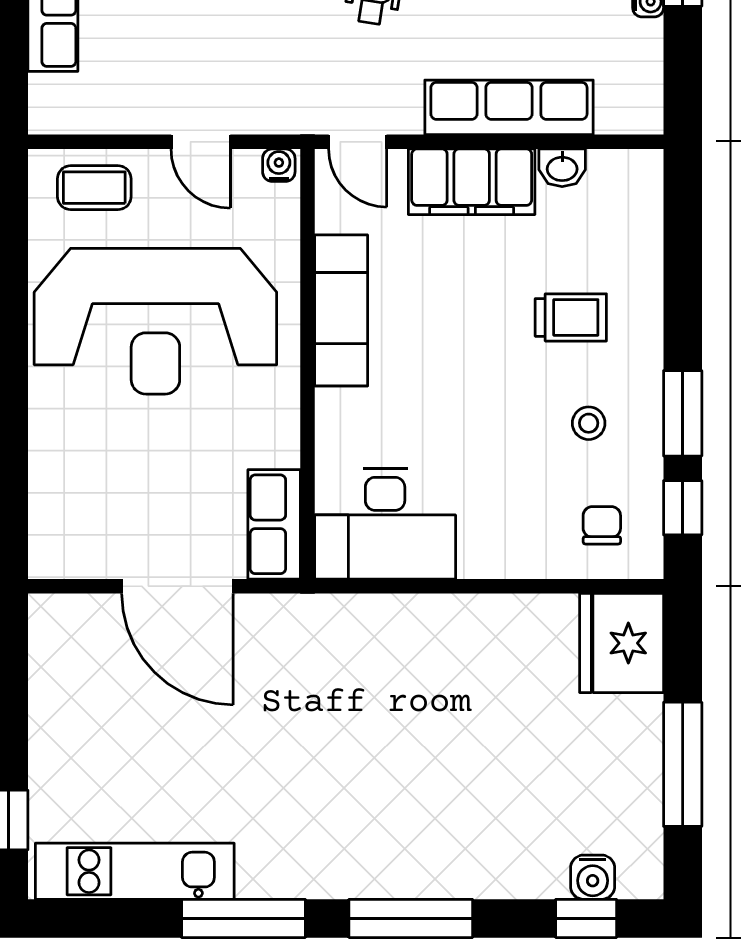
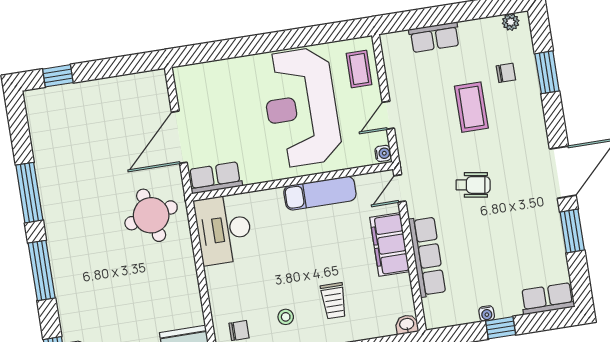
washbasin: (562, 168) -> (407, 324), moved, turned 90
round table: (331, 671) -> (151, 215), added
kitchen unit: (135, 871) -> (43, 138), removed

